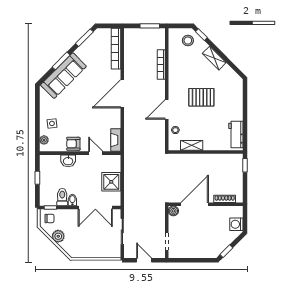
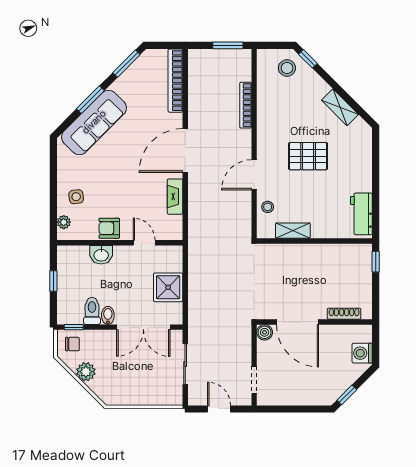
shelving: (214, 58) -> (340, 107), moved
fireplace: (116, 140) -> (175, 197), moved
door: (195, 204) -> (298, 322), swing flipped

